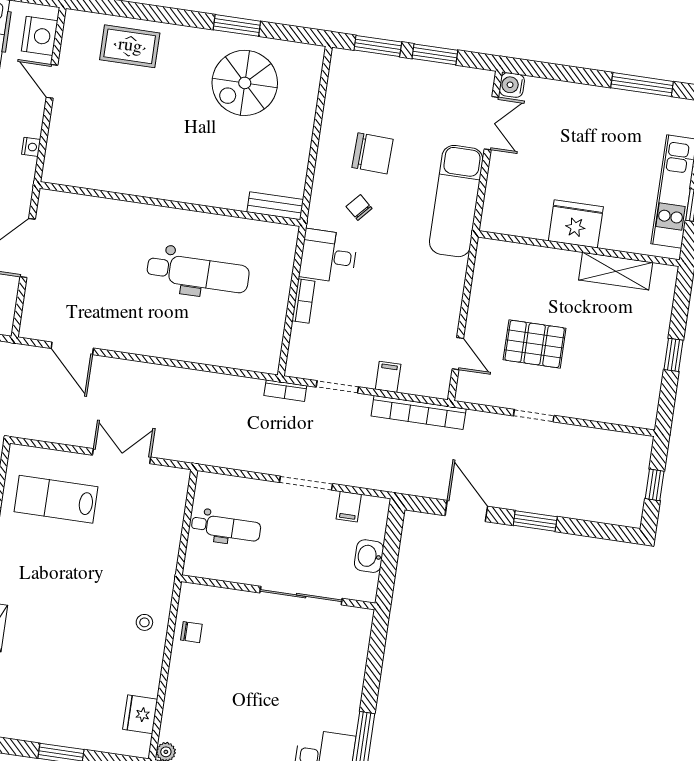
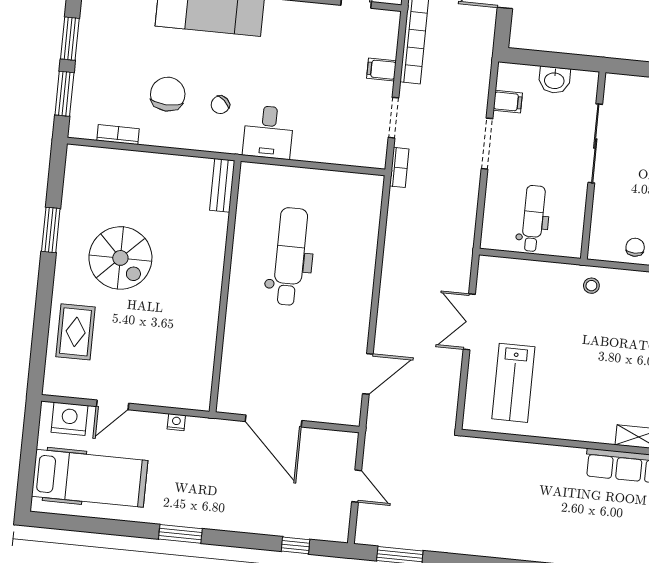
spiral stairs: (245, 83) -> (120, 258), moved
bookcase: (303, 301) -> (118, 135), moved
stool: (144, 622) -> (591, 286), moved

